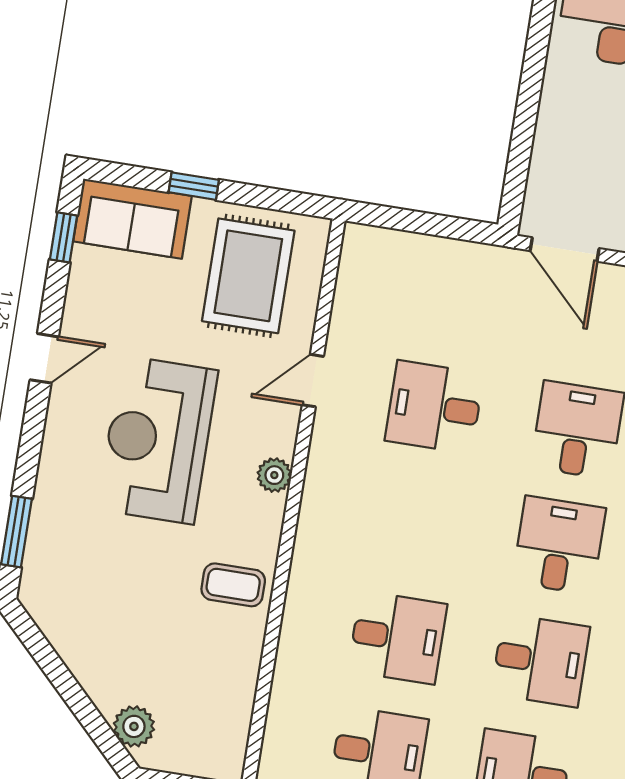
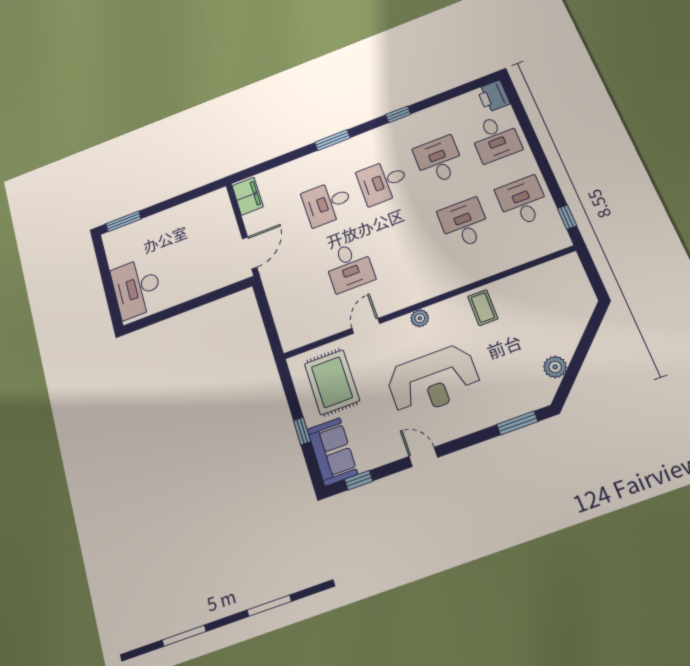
rug: (248, 276) -> (332, 382), turned 90
door: (313, 381) -> (366, 326), swing flipped
plant: (134, 726) -> (555, 367), moved

